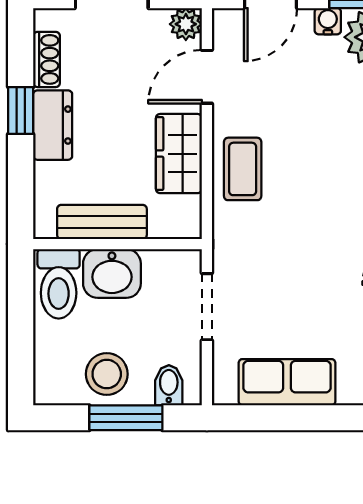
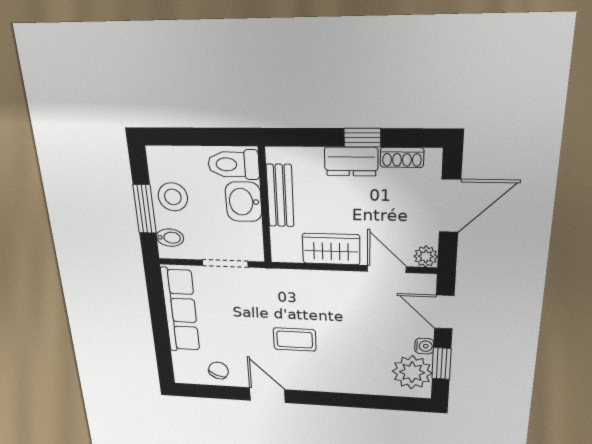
coffee table: (243, 169) -> (295, 340), moved
row of seats: (287, 382) -> (180, 310), width x1.48

